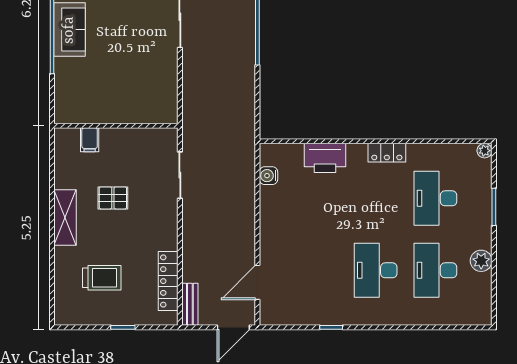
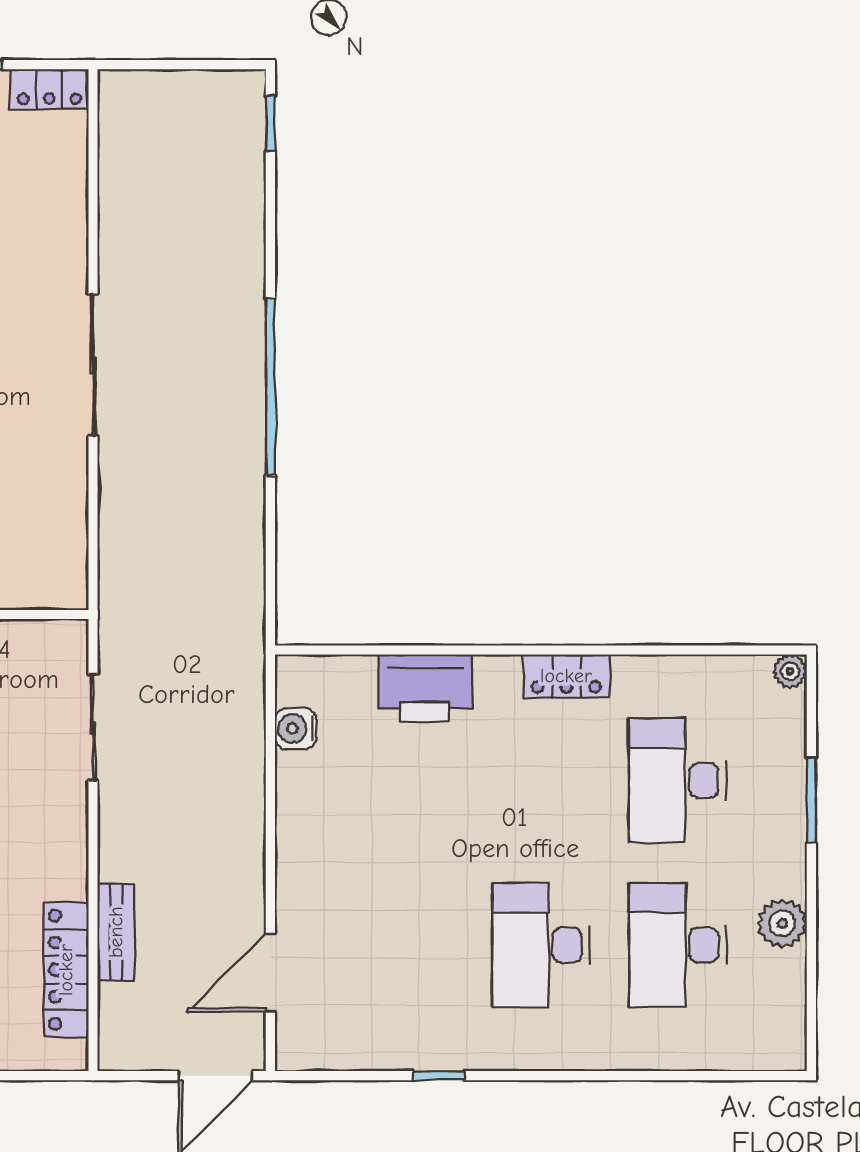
bench: (190, 304) -> (116, 932), moved

